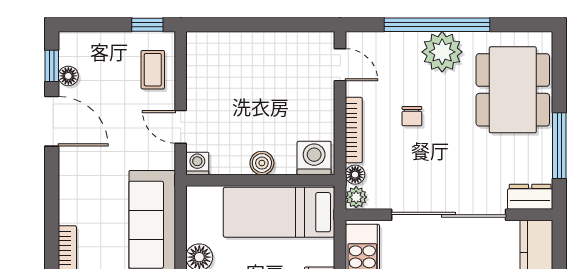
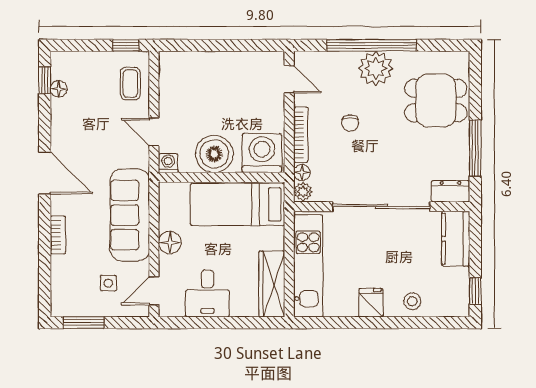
dining table: (513, 90) -> (436, 101), width x0.73
door: (52, 121) -> (45, 173), moved
washing machine: (314, 158) -> (262, 153), width x1.37, depth x1.37
boiler: (262, 163) -> (214, 154), width x1.86, depth x1.86

